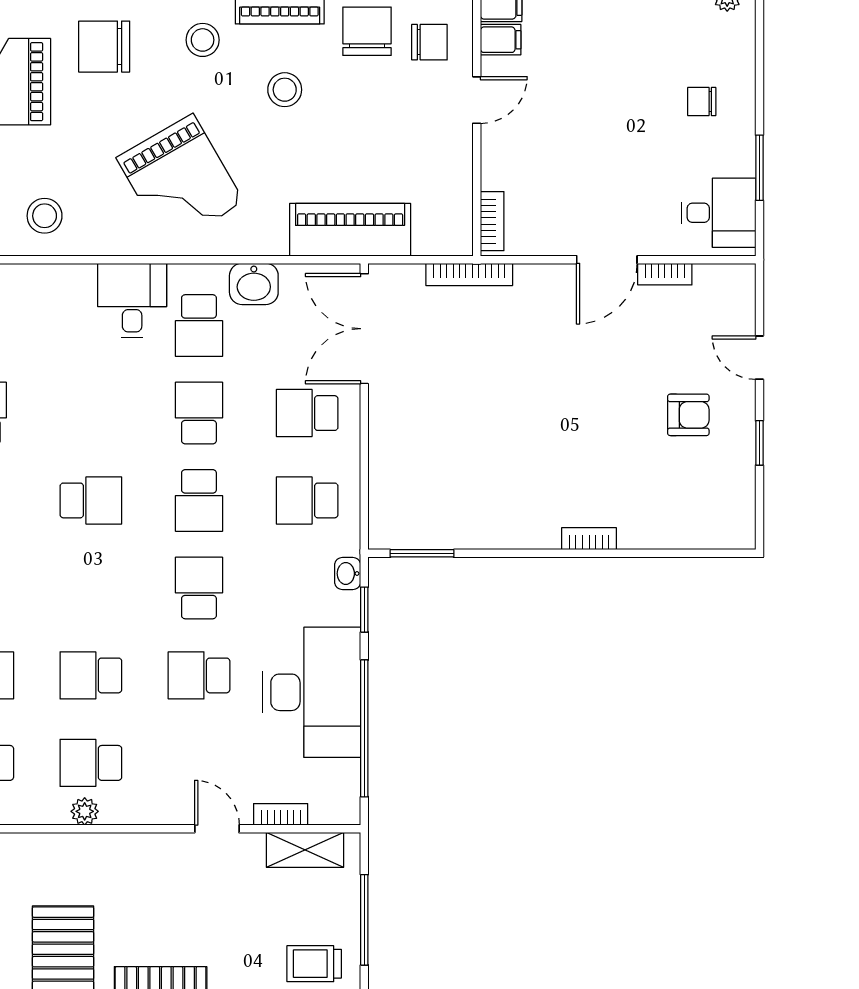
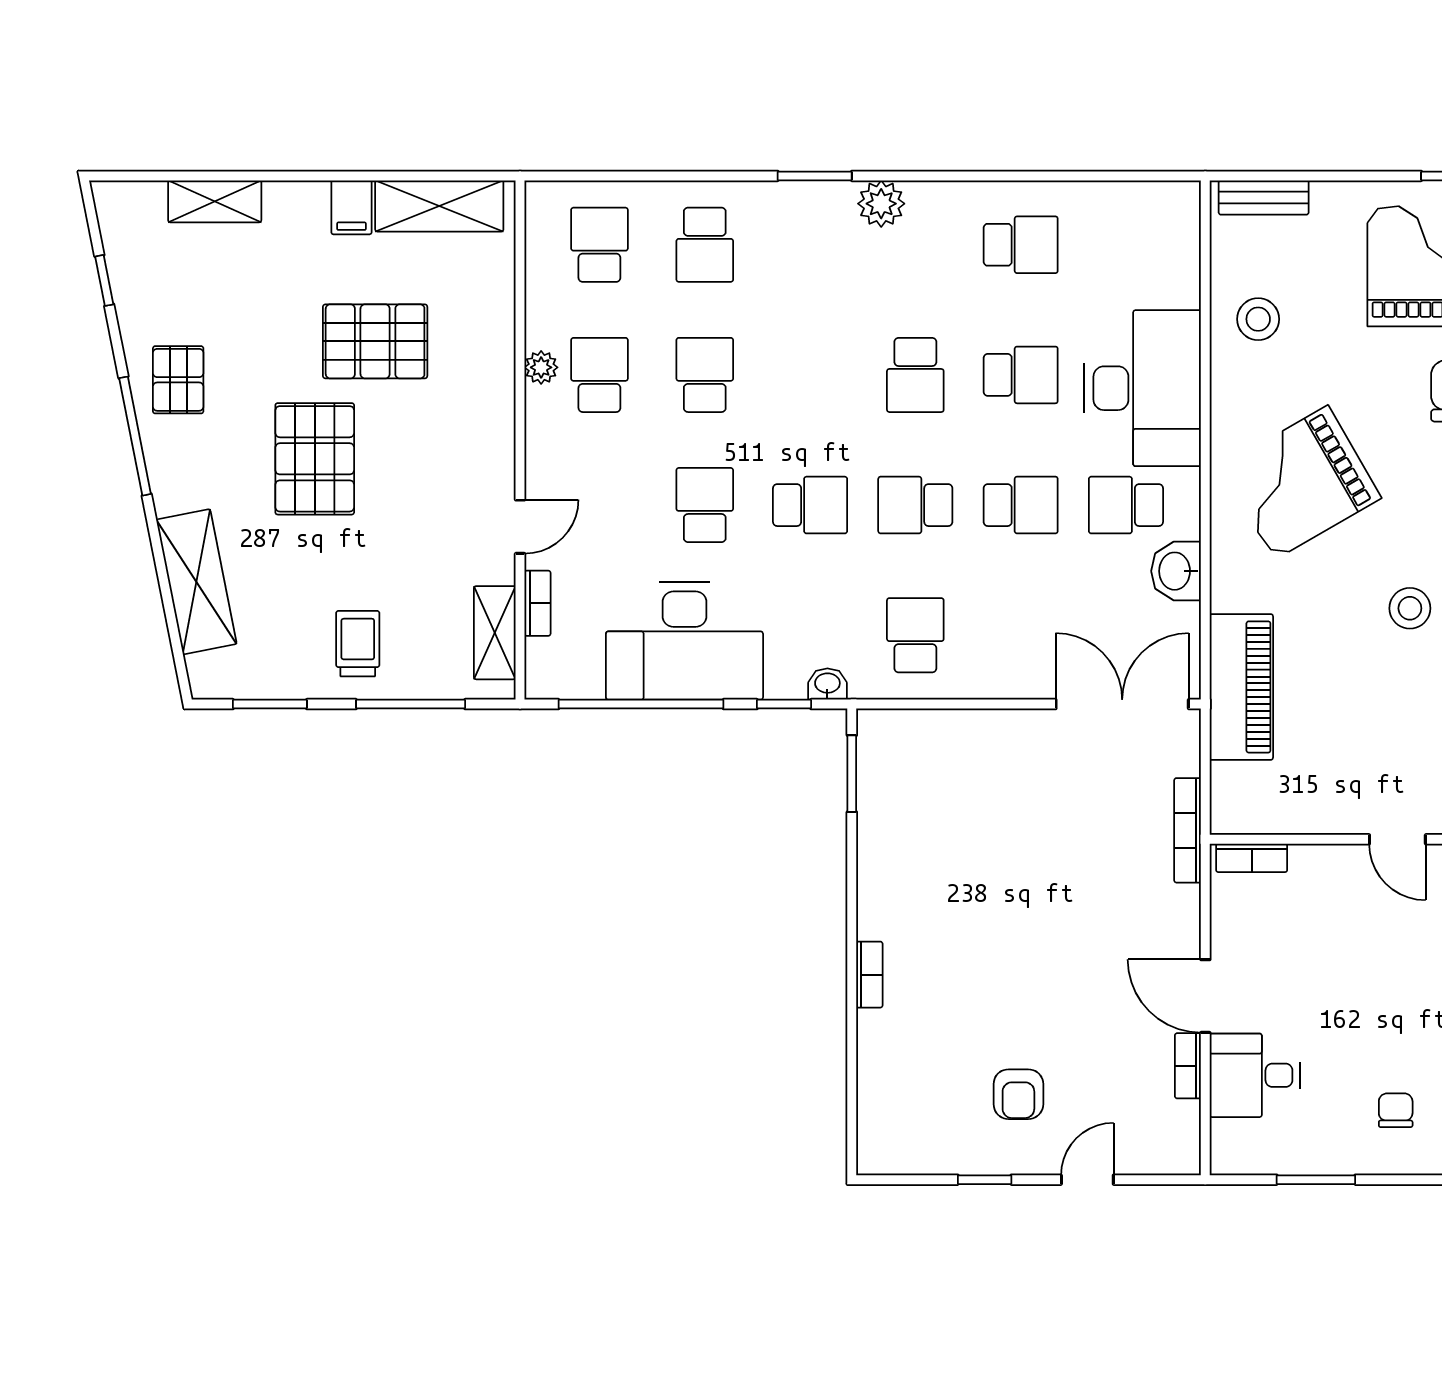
desk: (718, 213) -> (1255, 1075), moved, turned 90
desk: (132, 301) -> (1143, 388), width x1.87, depth x1.30
school desk: (307, 413) -> (1021, 375), moved, turned 90

